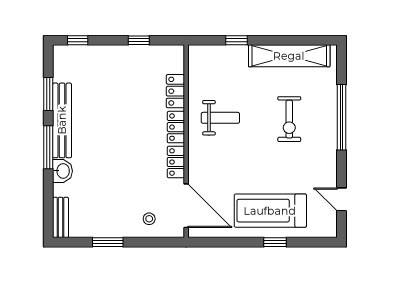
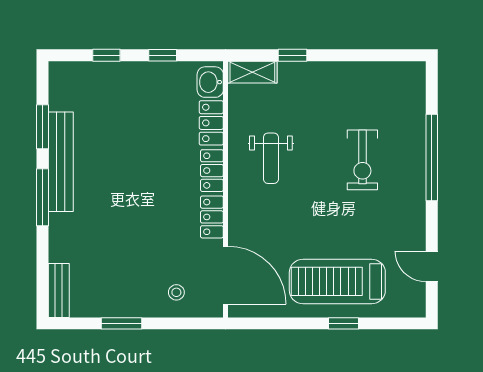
window: (78, 40) -> (106, 55), moved
shelving: (289, 56) -> (252, 72), moved, width x0.45, depth x0.75
weight bench: (220, 118) -> (271, 158), turned 90
washbasin: (63, 171) -> (210, 82), moved, turned 180

